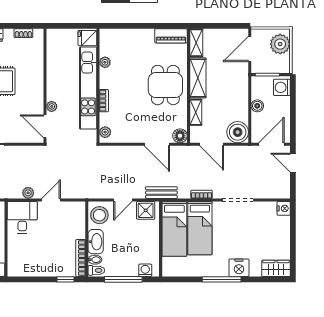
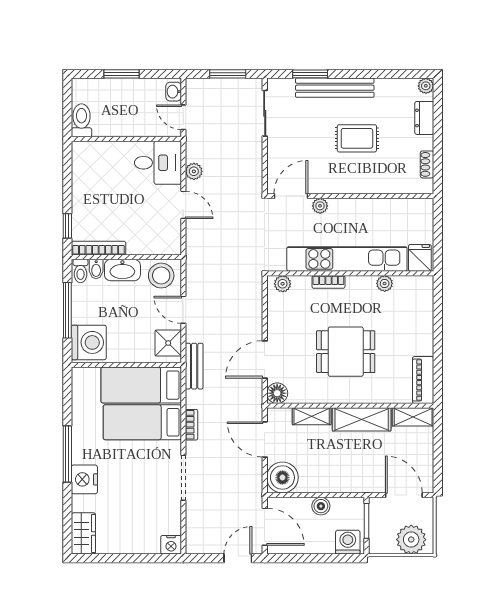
dining table: (165, 85) -> (346, 352), moved
door: (212, 144) -> (265, 440), hinge flipped
washing machine: (145, 270) -> (89, 342), width x1.89, depth x1.89

